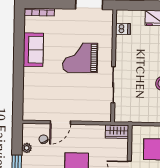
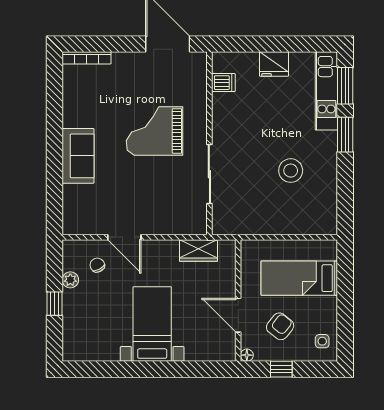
sofa: (33, 50) -> (78, 156), moved
door: (60, 122) -> (124, 237), hinge flipped
wardrobe: (117, 132) -> (198, 250), moved

